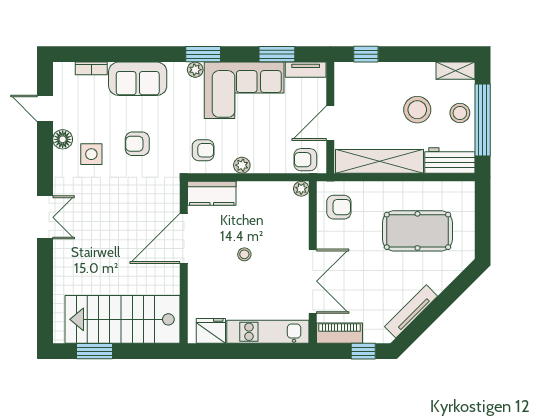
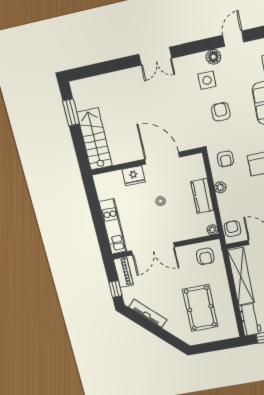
kitchen counter: (212, 193) -> (202, 196), moved
stairs: (122, 319) -> (95, 139), width x0.73, depth x0.66
fridge: (211, 331) -> (134, 176), moved, turned 90

